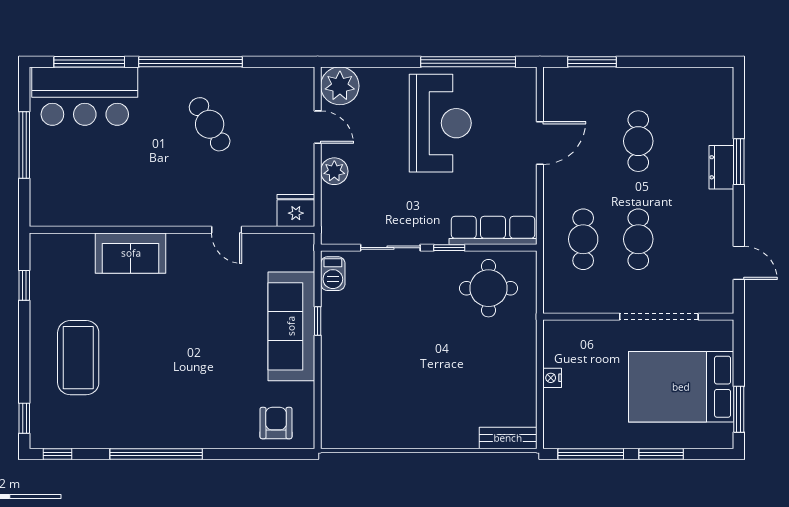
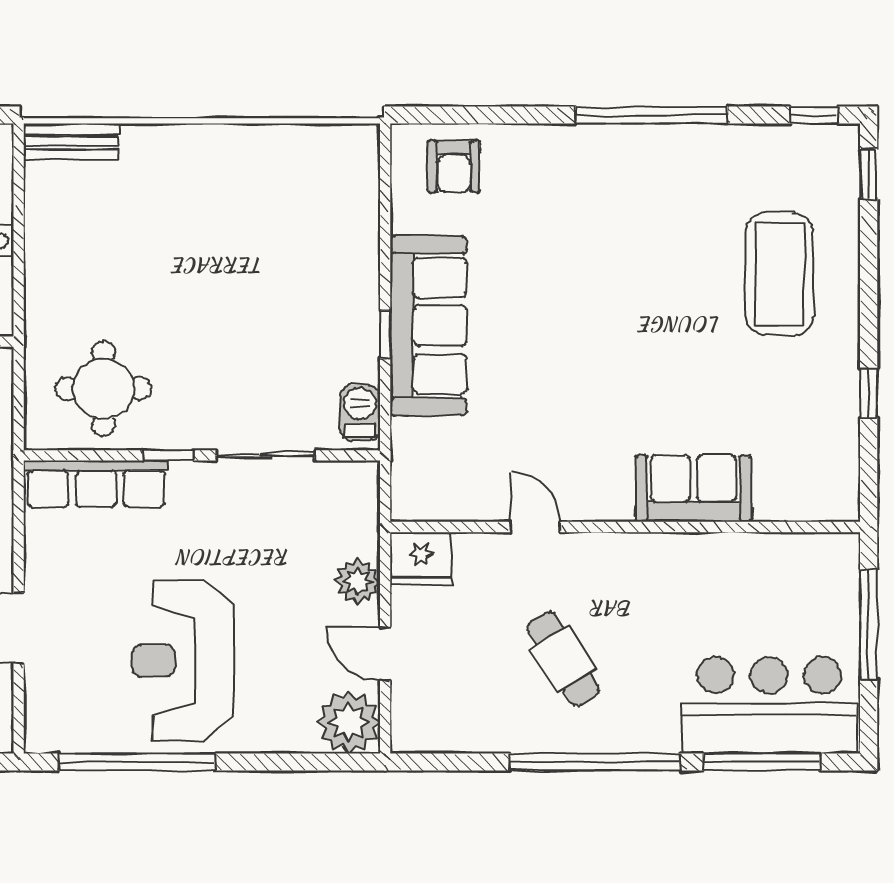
fridge: (296, 211) -> (421, 559), moved
wall: (172, 230) -> (625, 527), moved
door: (227, 230) -> (535, 527), moved
sofa: (131, 253) -> (694, 488), moved

